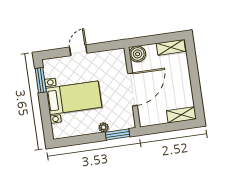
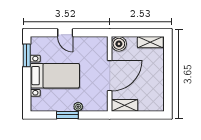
door: (78, 50) -> (65, 33), swing flipped
shelving: (181, 115) -> (125, 105), moved
window: (118, 134) -> (67, 115), moved

